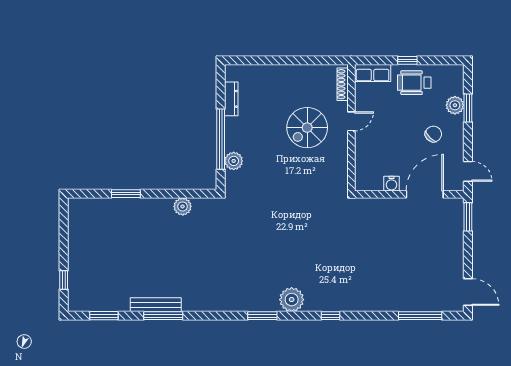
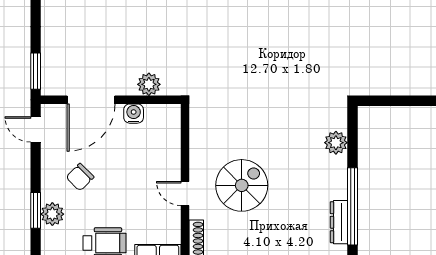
door: (351, 121) -> (185, 193), hinge flipped
window: (221, 139) -> (353, 206), moved
plant: (183, 206) -> (149, 84), moved

